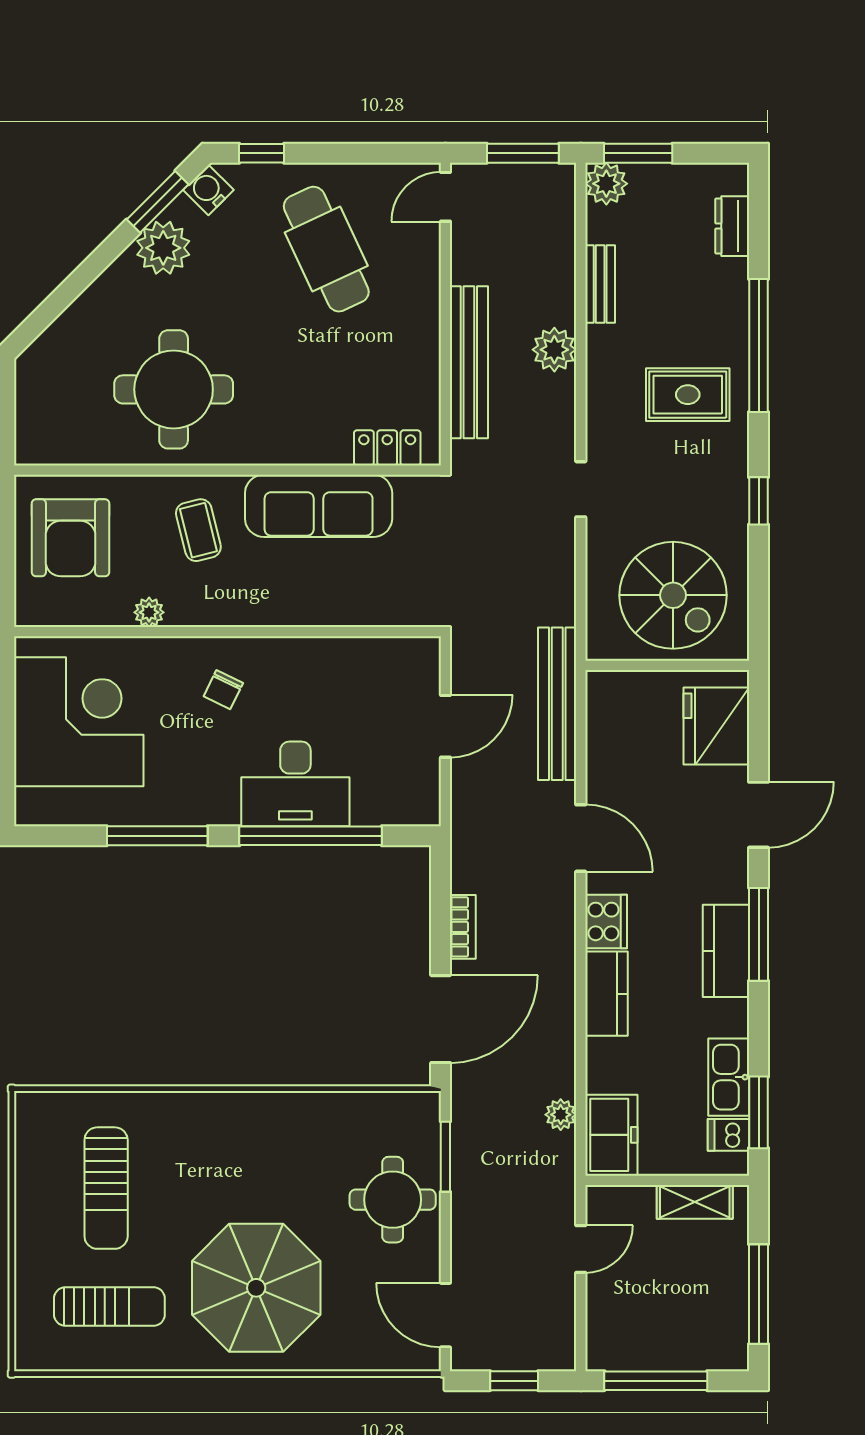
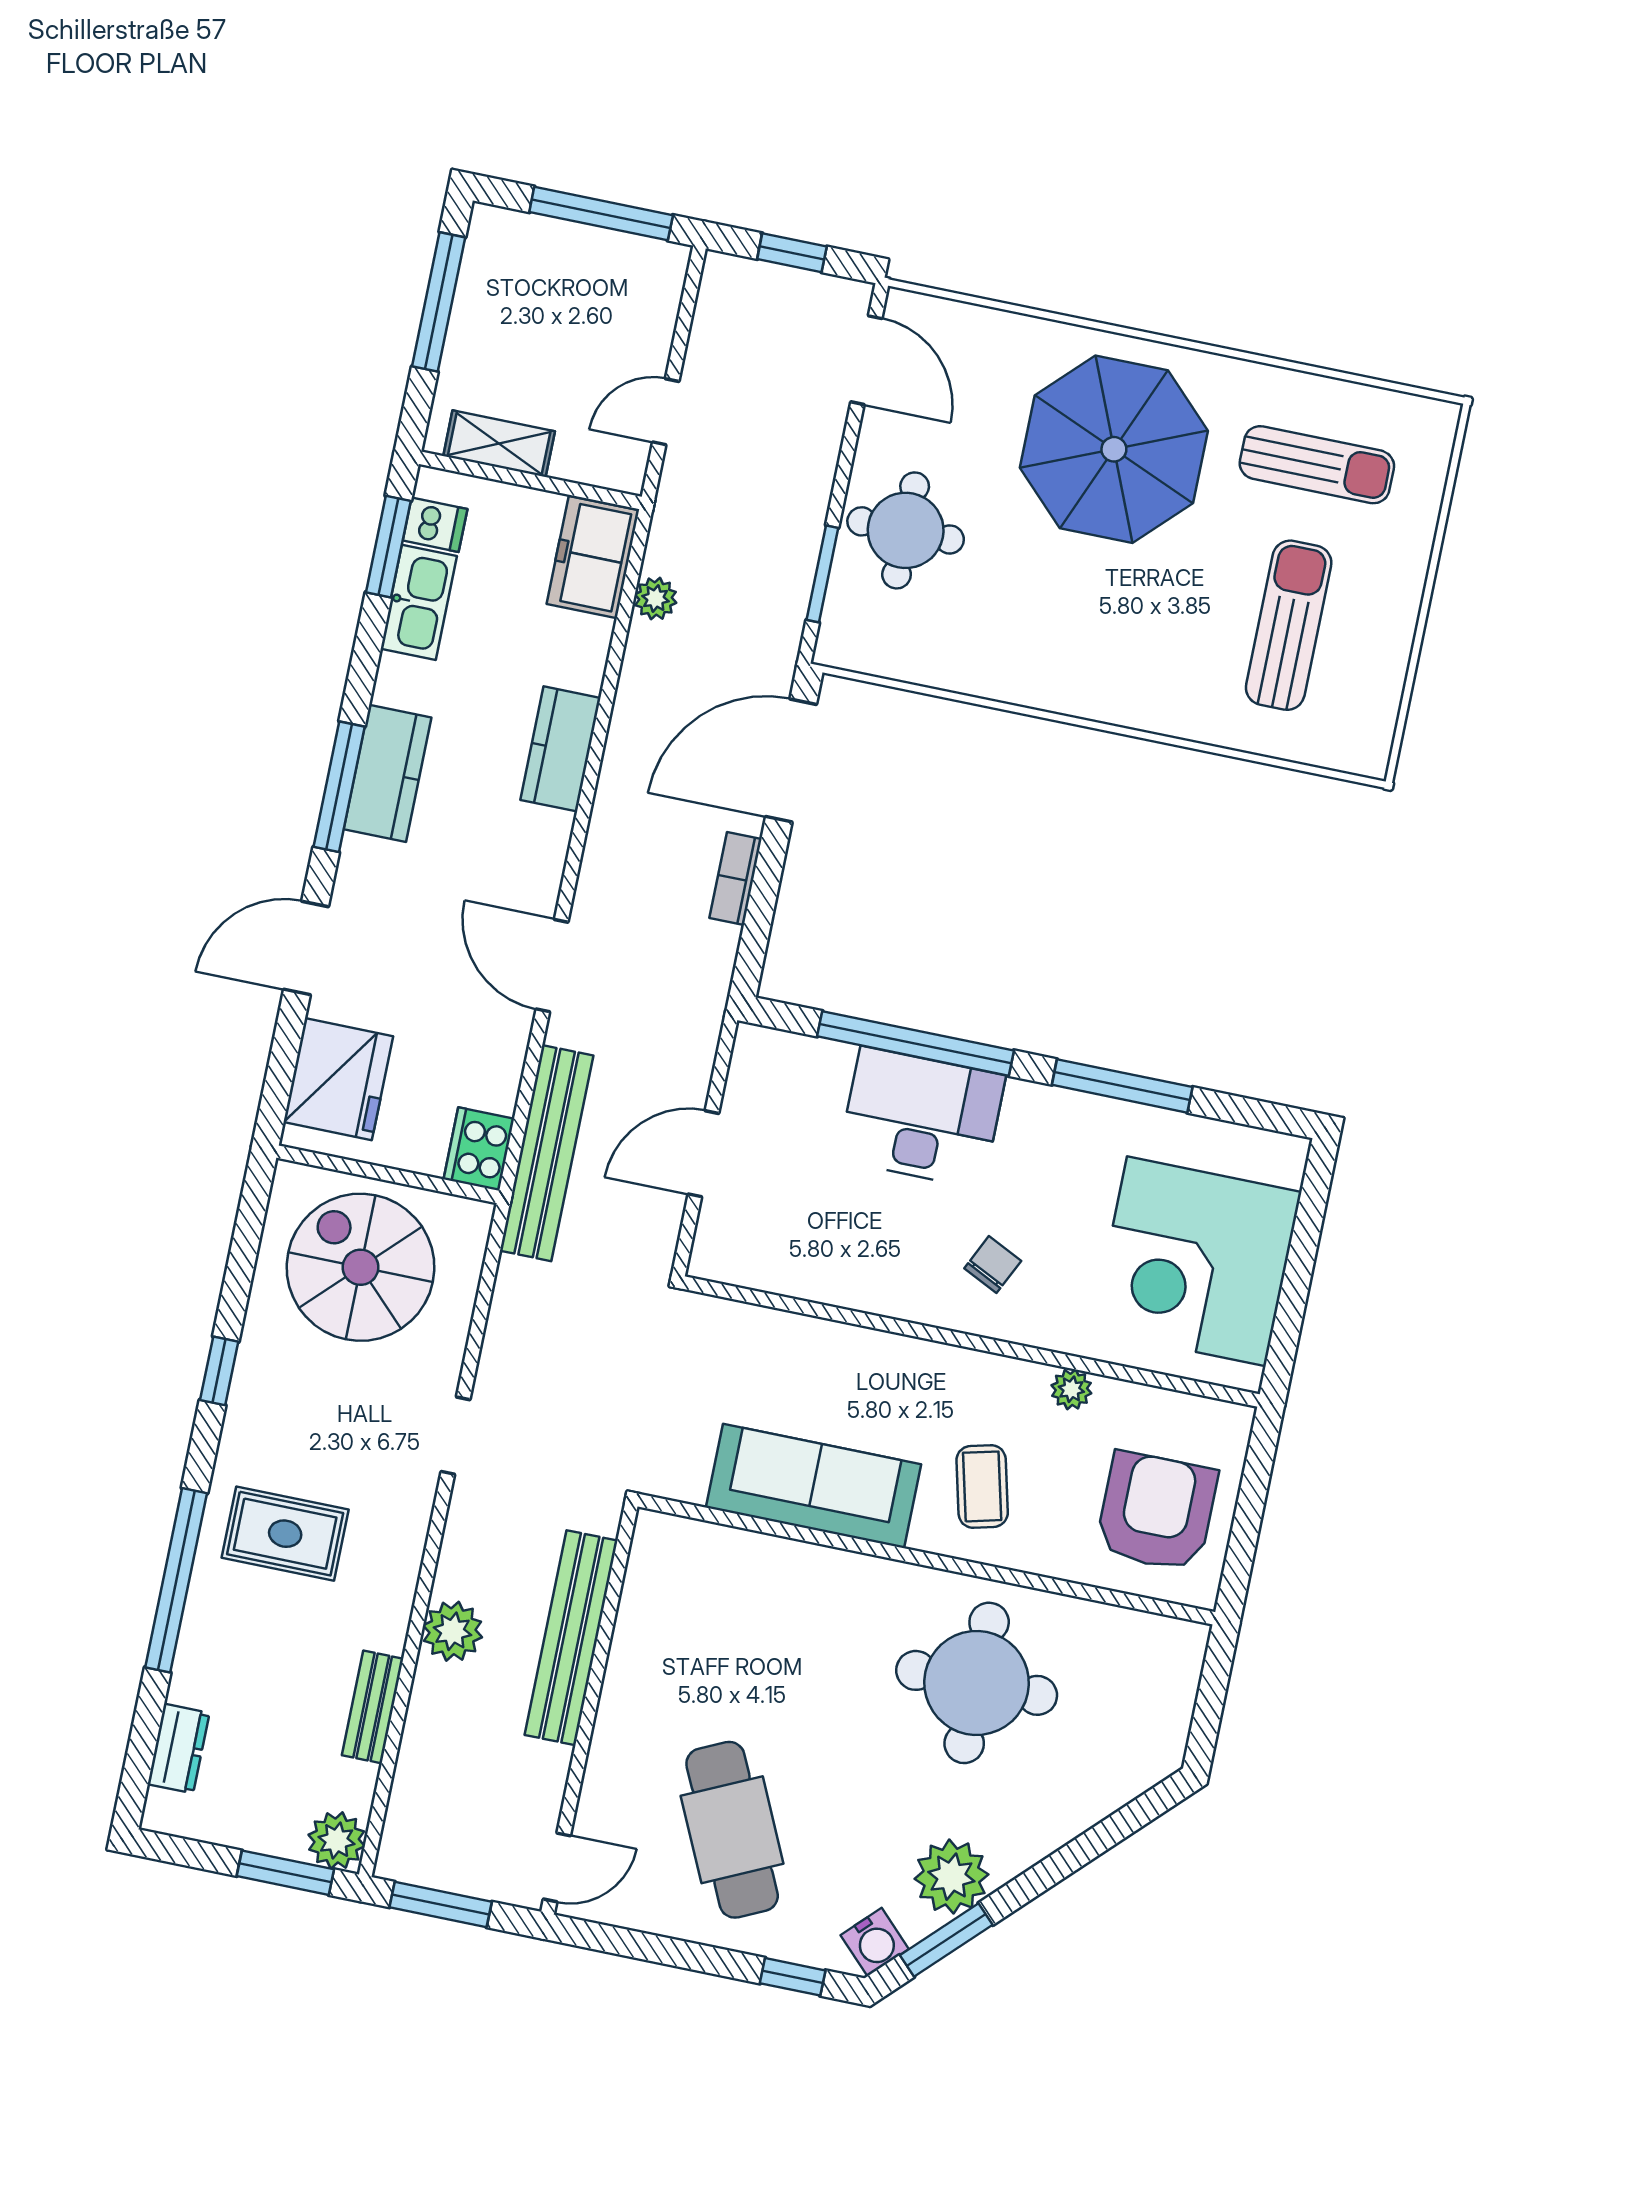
locker: (387, 448) -> (705, 1545), removed
cooker: (606, 921) -> (479, 1149), moved
sun lounger: (109, 1307) -> (1317, 465), turned 180

